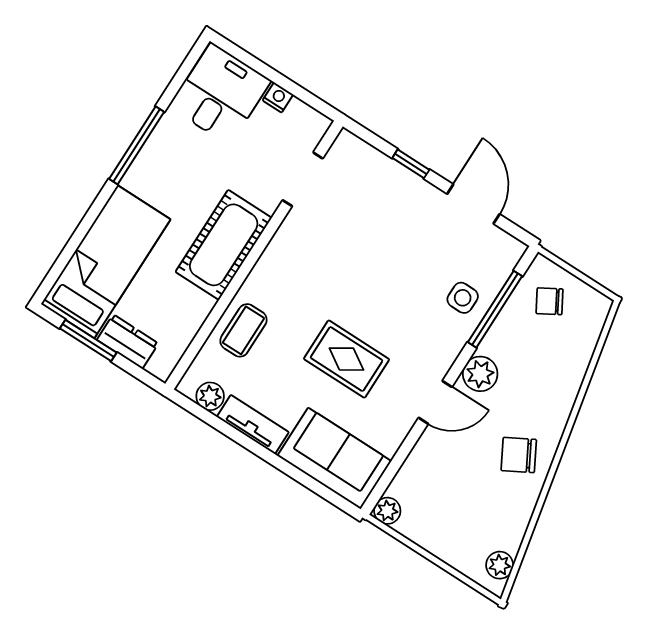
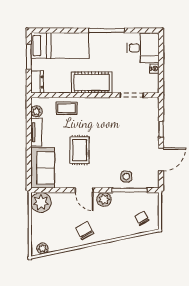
chair: (550, 301) -> (142, 218), moved
dresser: (128, 342) -> (37, 82), moved
plant: (387, 511) -> (41, 202), width x1.87, depth x1.87

